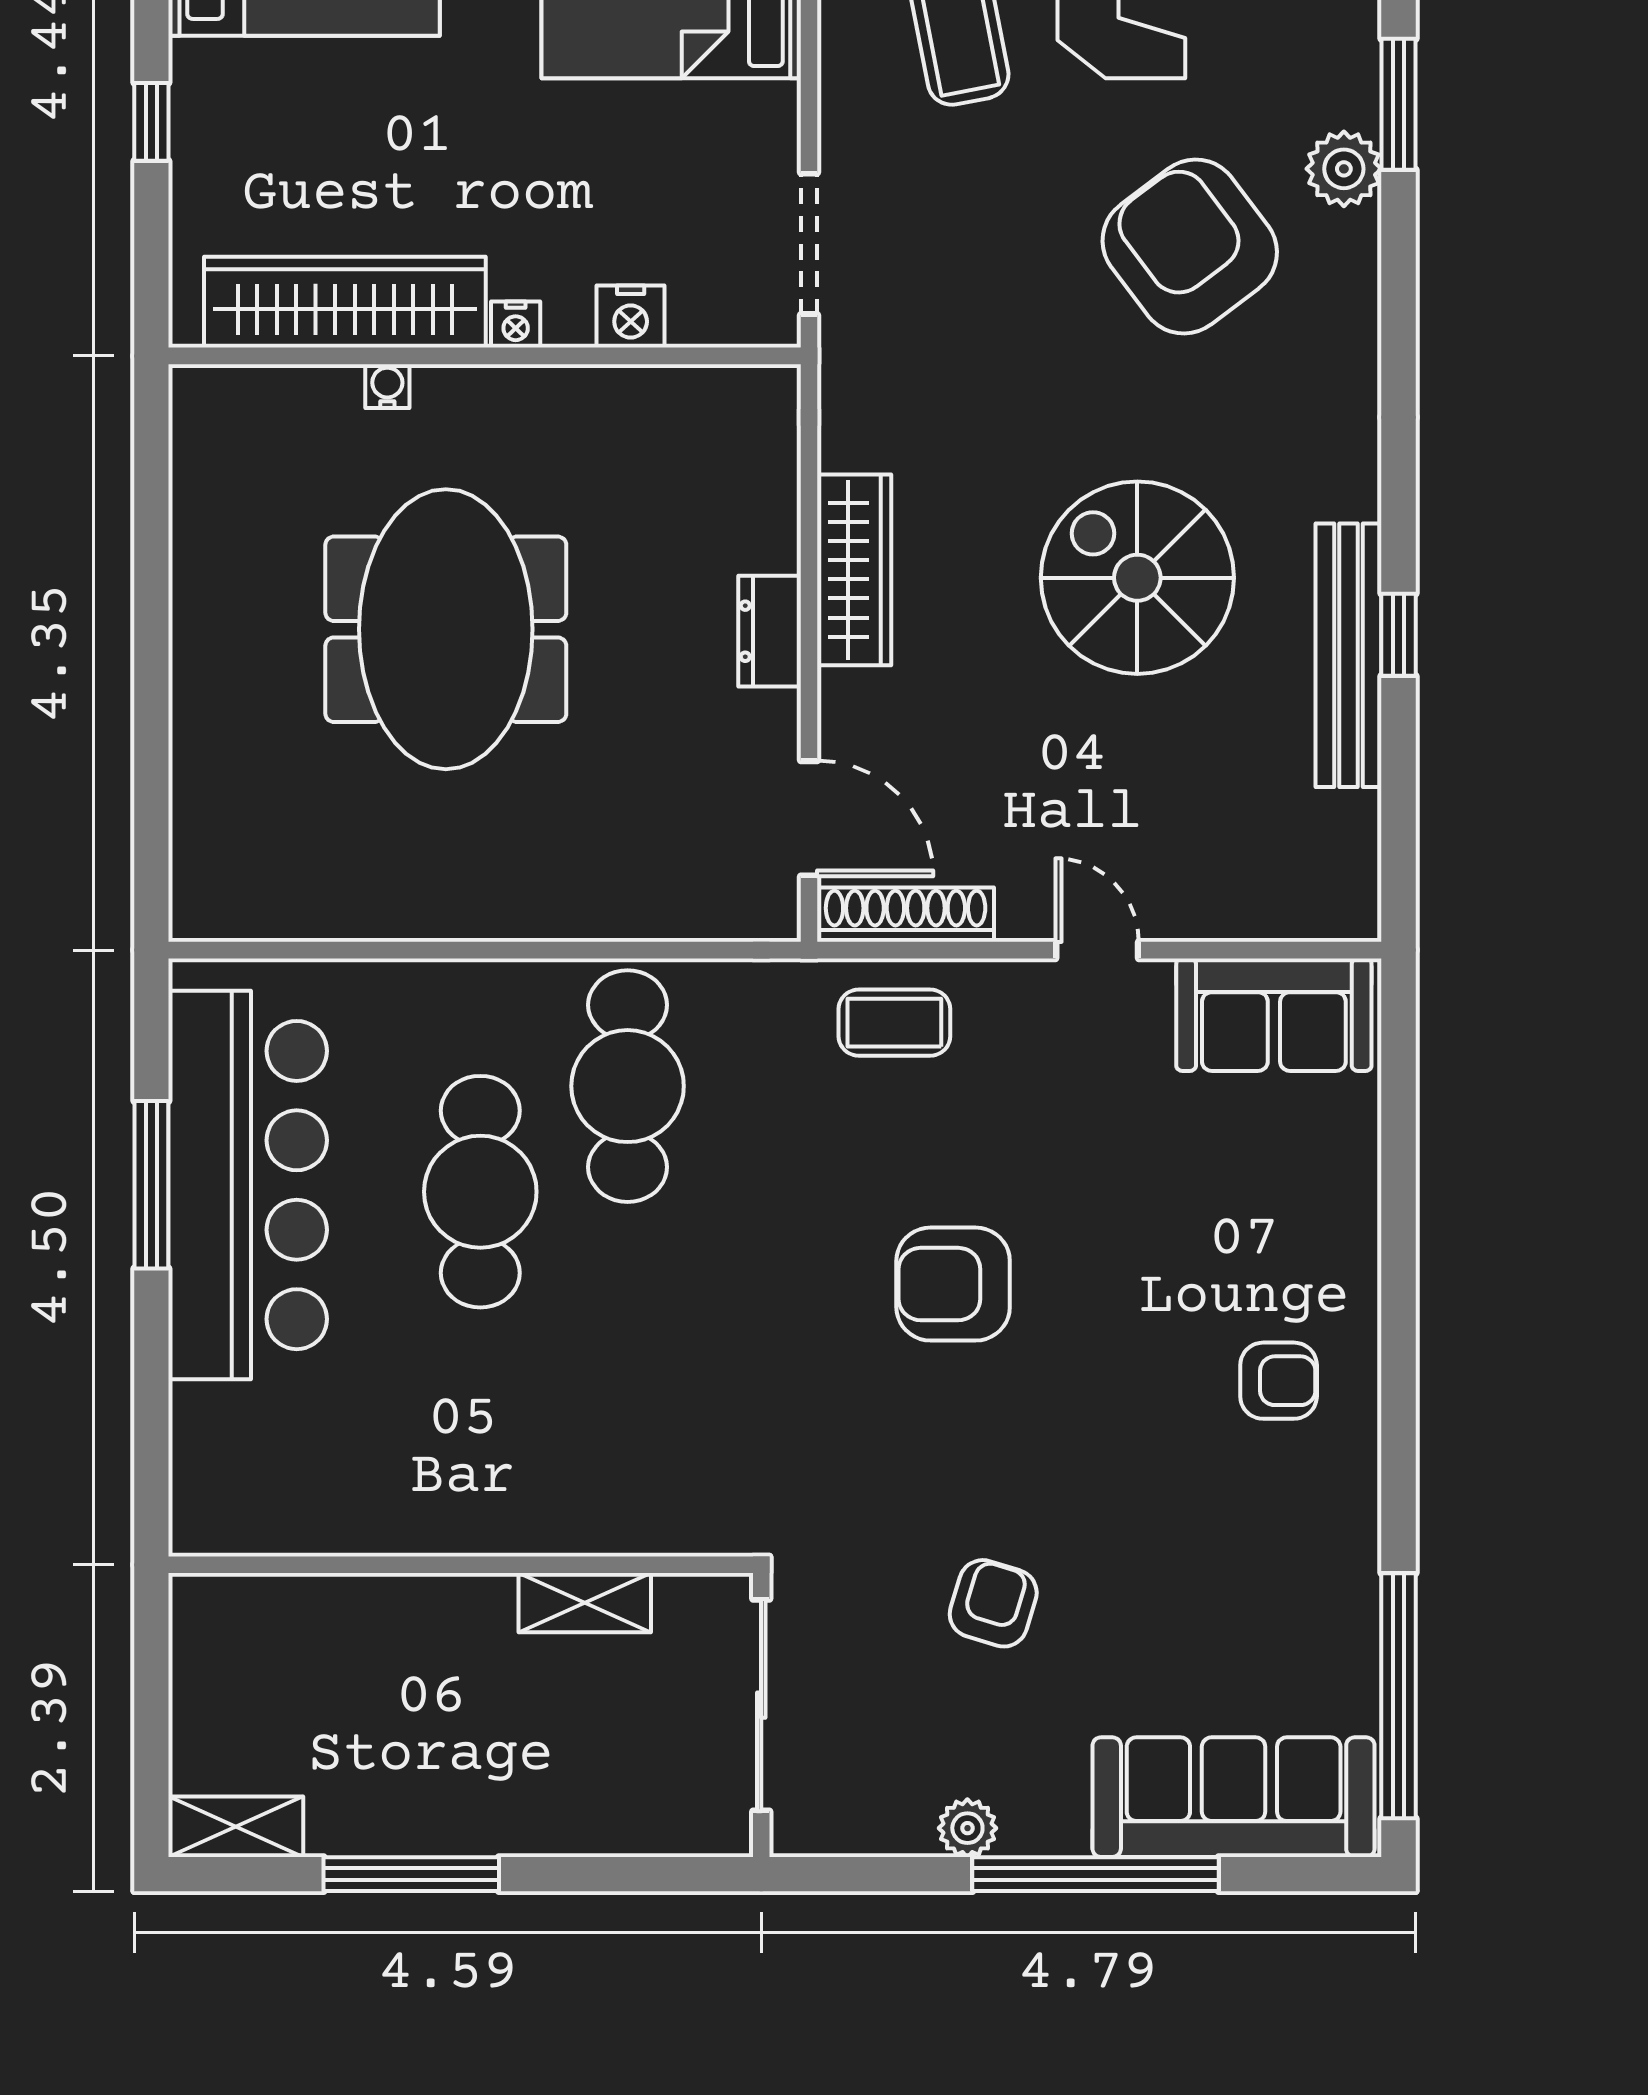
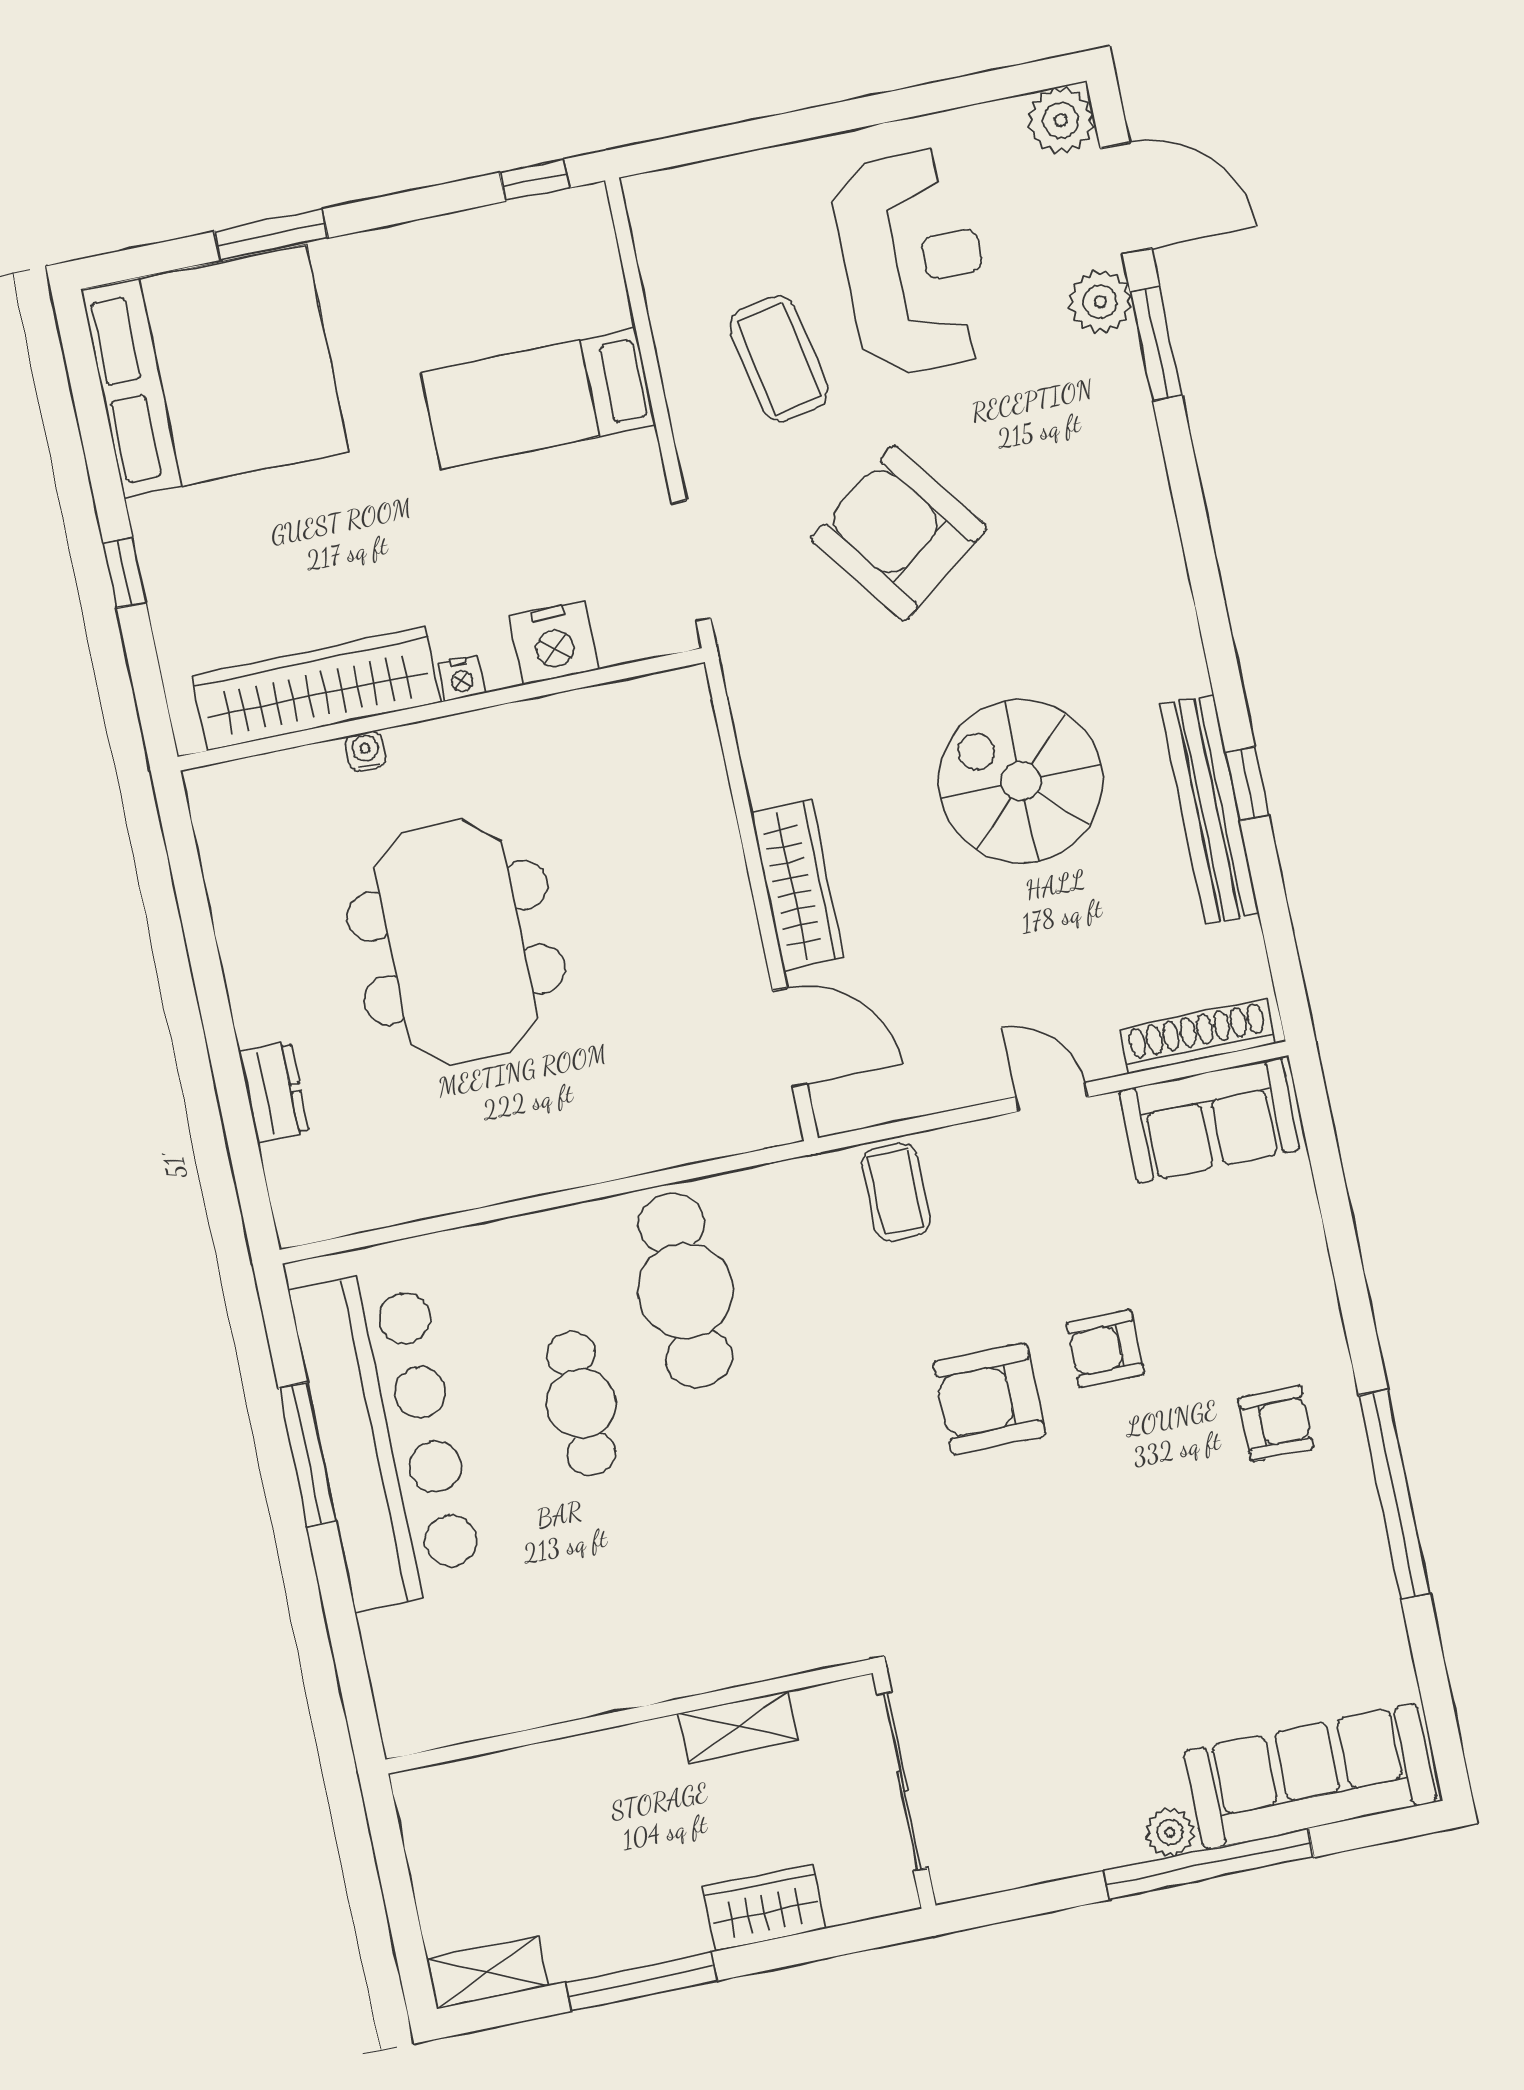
plant: (1344, 169) -> (1100, 302), moved
armchair: (1190, 246) -> (899, 533), moved
nightstand: (631, 317) -> (554, 643), width x1.36, depth x1.33
wardrobe: (854, 570) -> (797, 885), moved
dresser: (770, 631) -> (274, 1092), moved, turned 180
shoe rack: (906, 915) -> (1197, 1036), moved
coffee table: (894, 1023) -> (896, 1192), turned 90
cafe table: (480, 1192) -> (581, 1404), width x0.73, depth x0.74
armchair: (993, 1603) -> (1105, 1349), moved, turned -107
window: (1398, 1696) -> (1394, 1494), moved
wardrobe: (571, 1818) -> (764, 1908), added
plant: (967, 1828) -> (1170, 1832), moved

